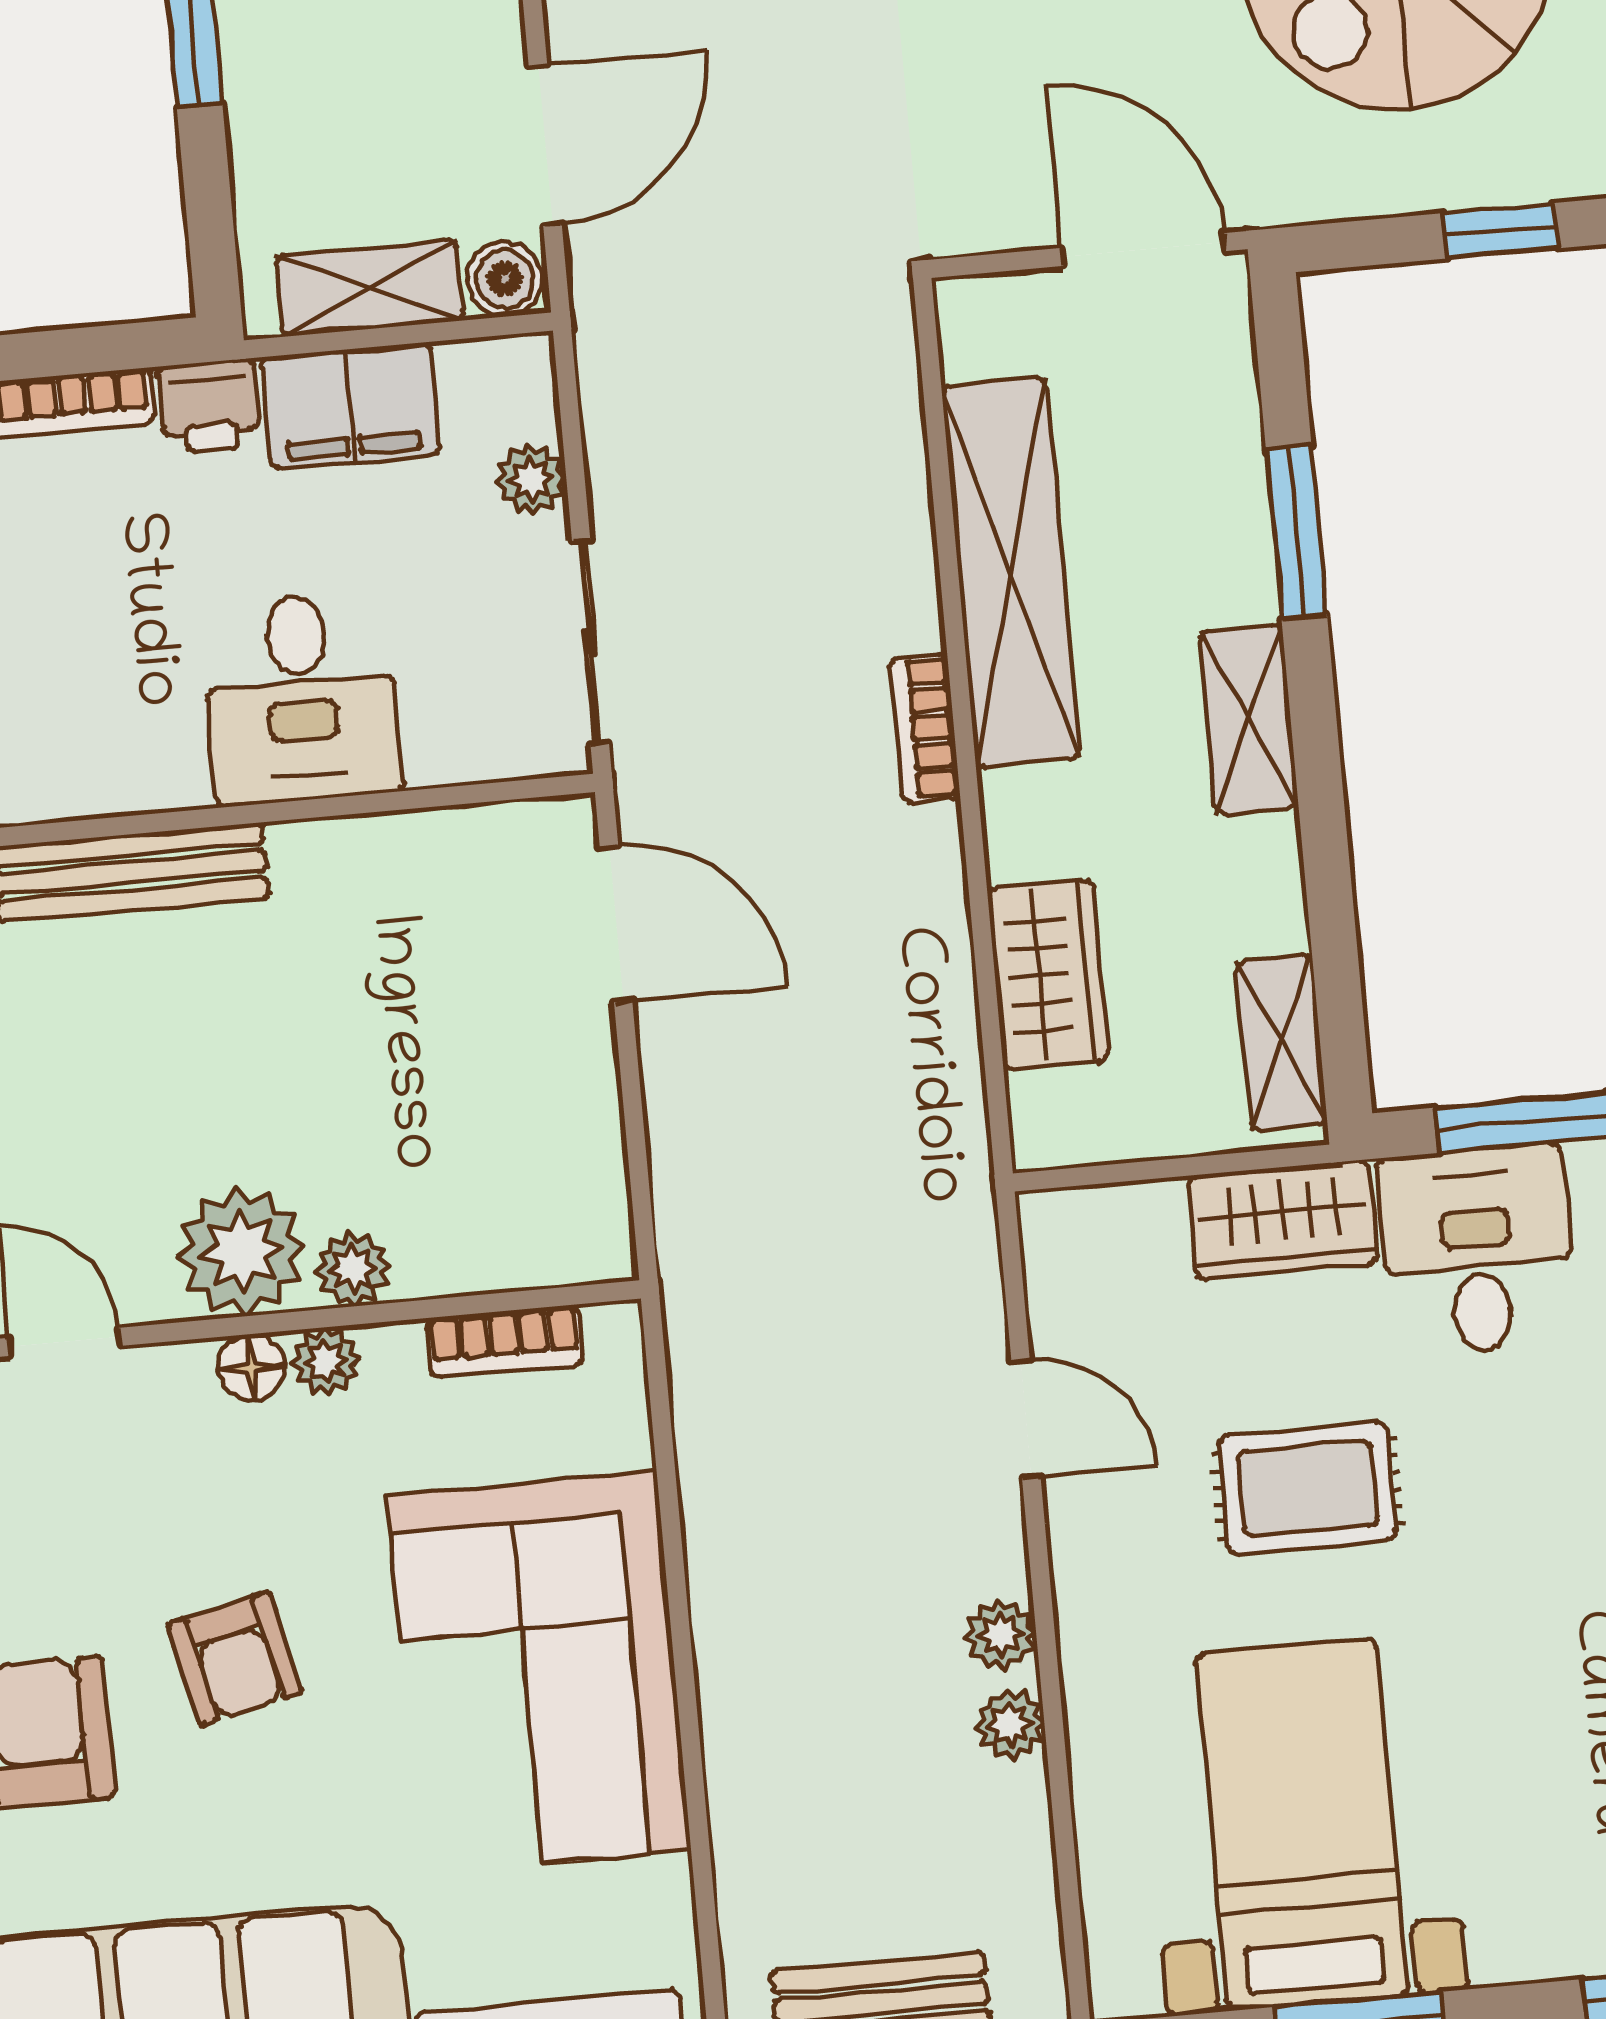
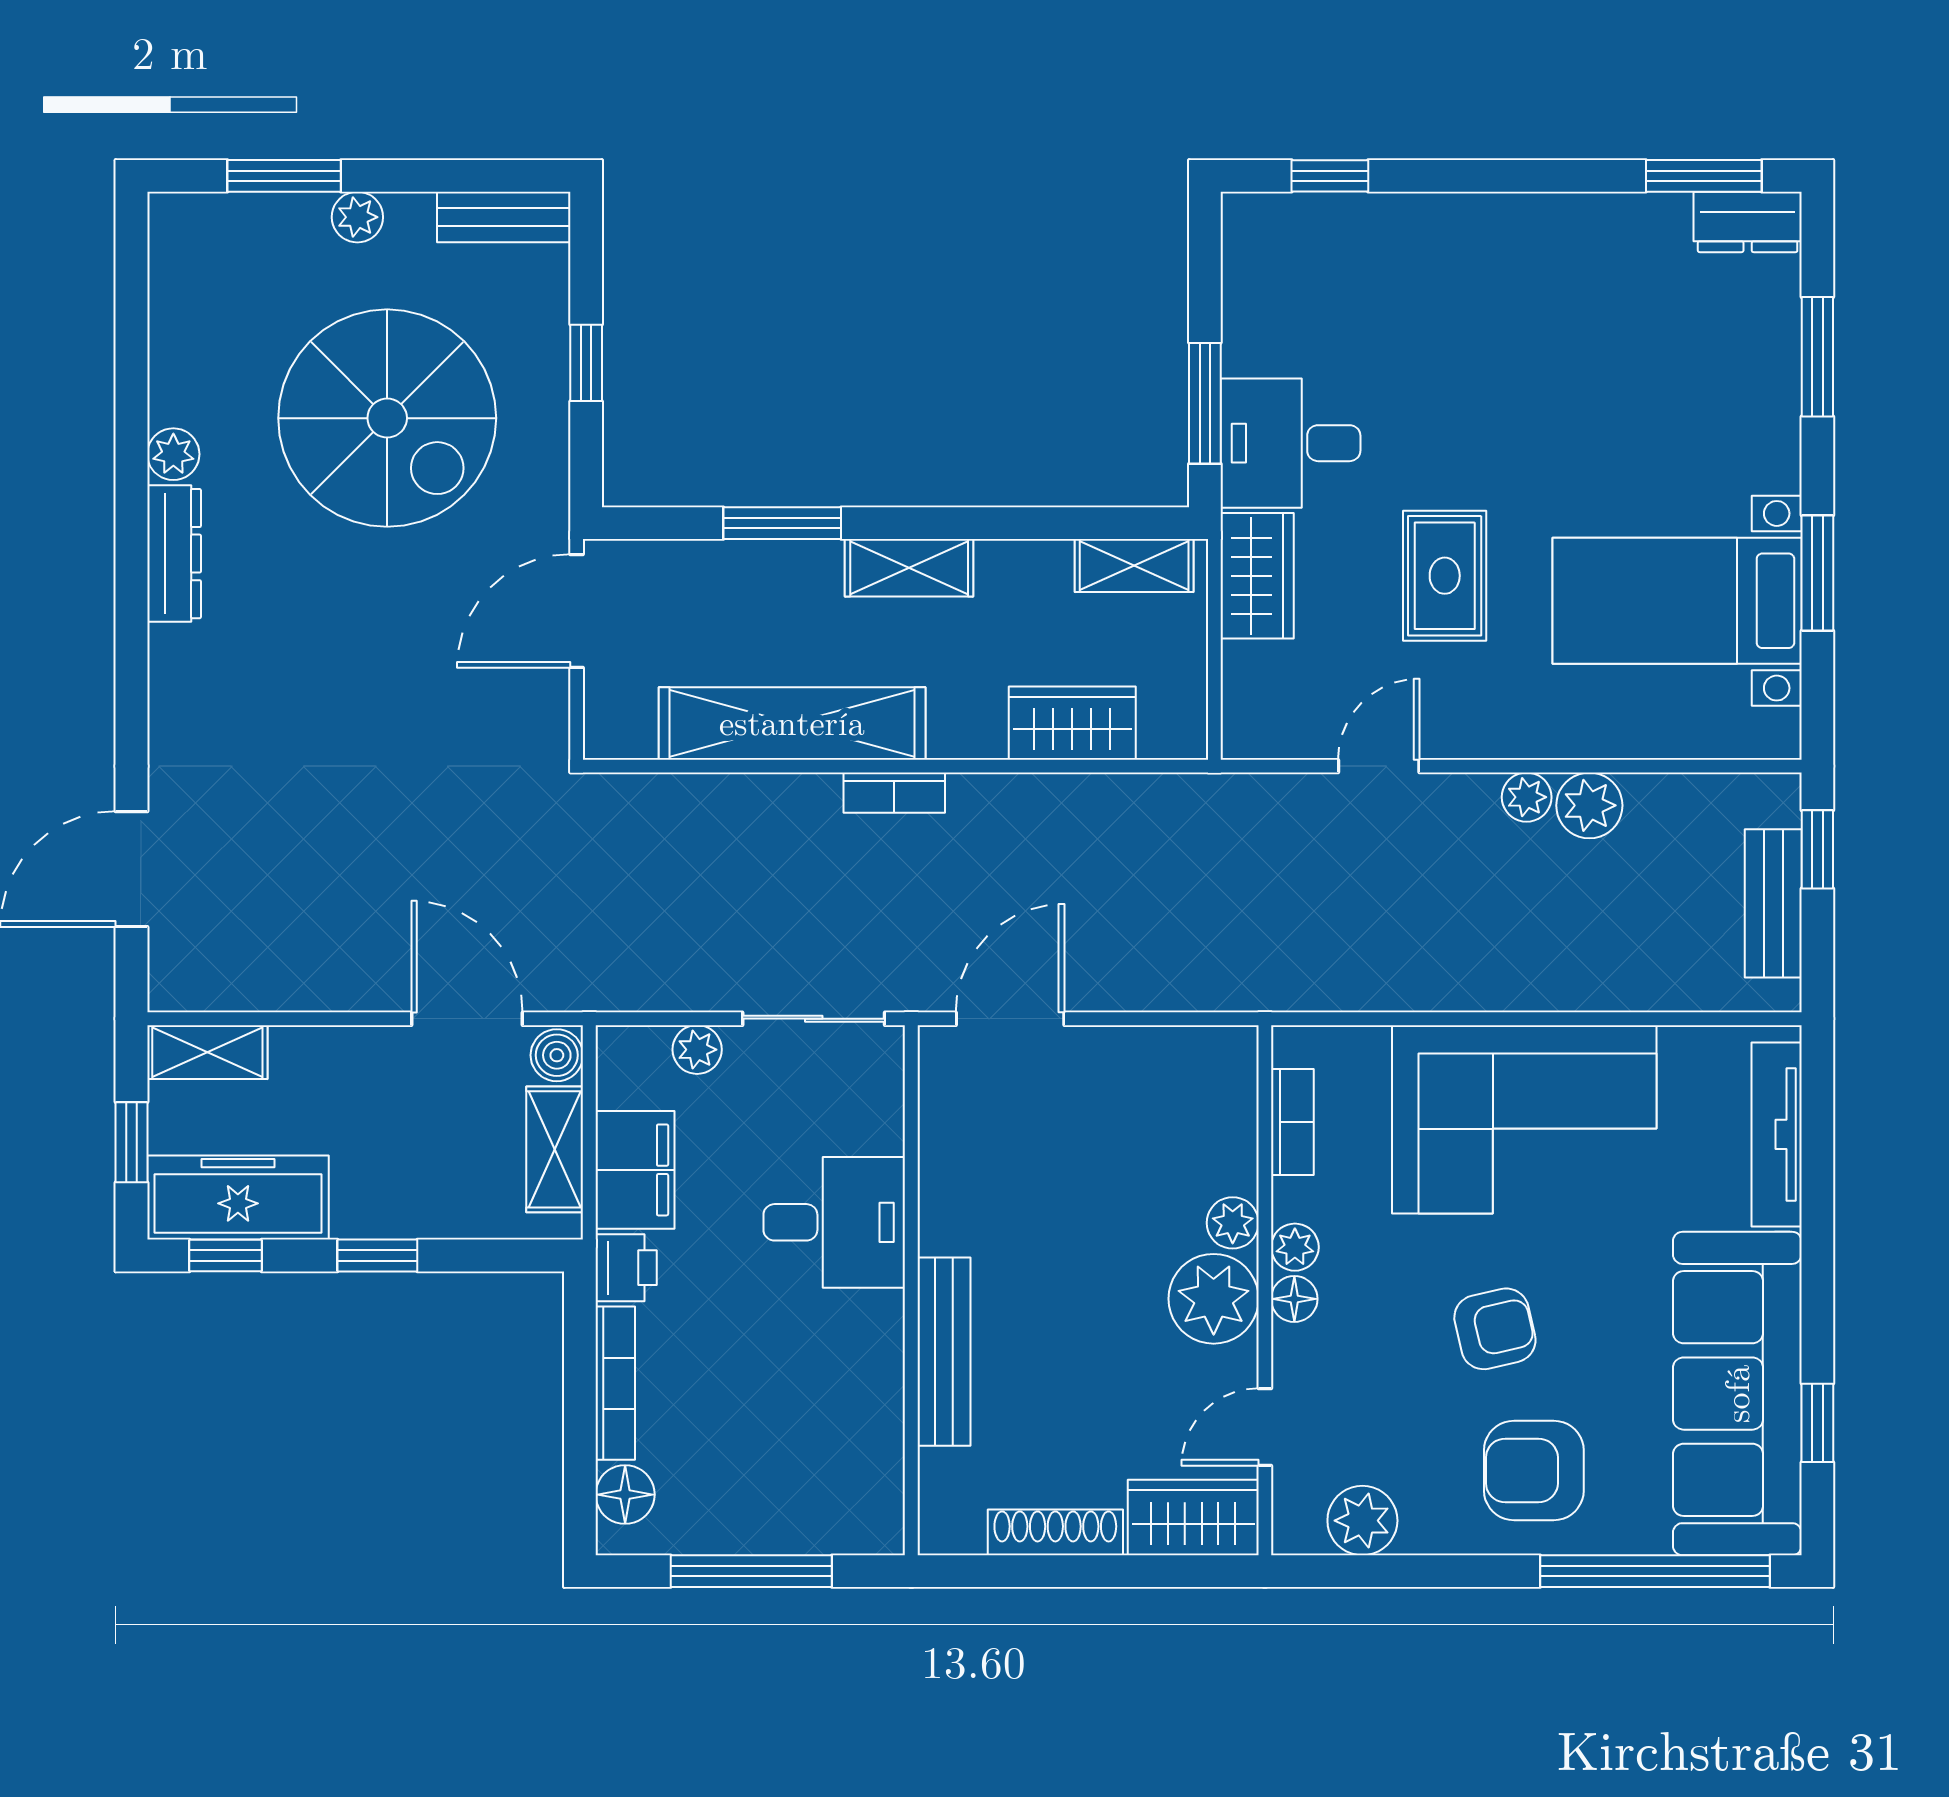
plant: (1010, 1725) -> (1589, 805), width x1.38, depth x1.38

